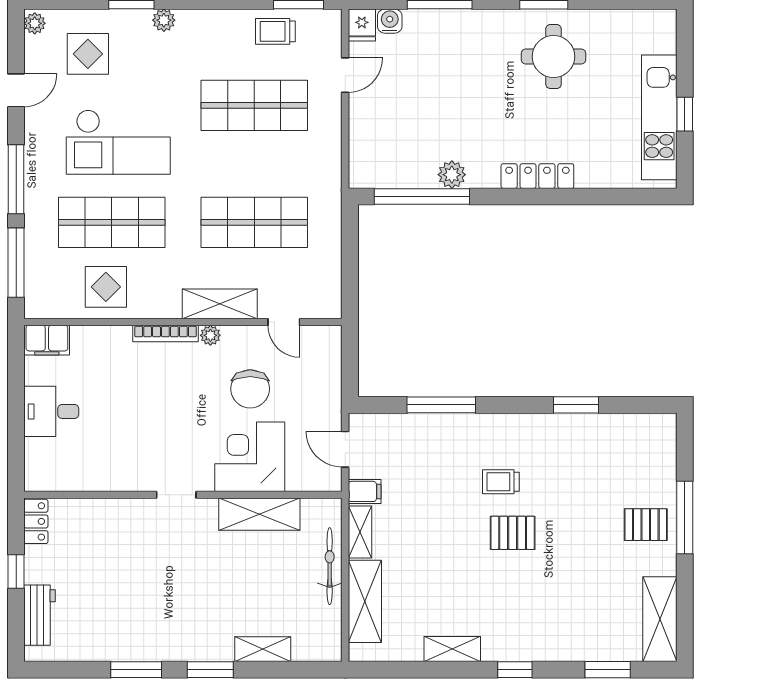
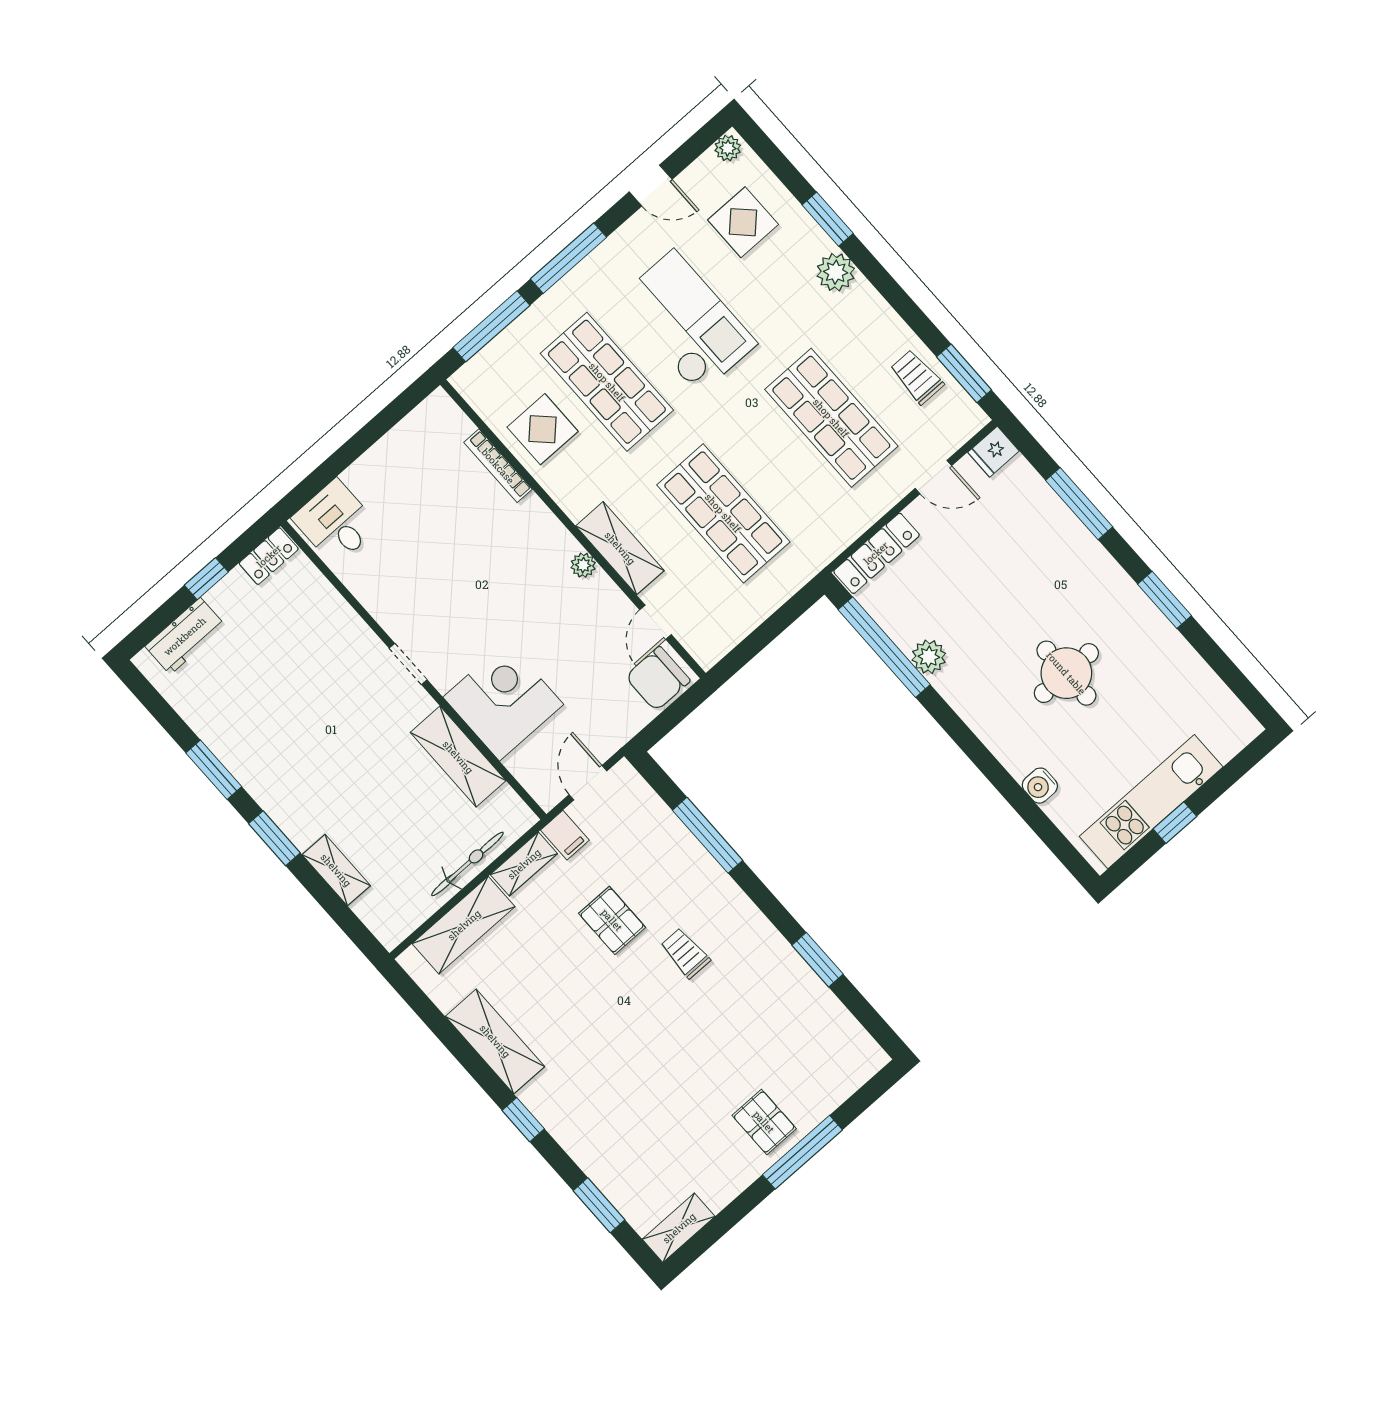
plant: (164, 20) -> (836, 272), width x1.38, depth x1.38
water cooler: (390, 21) -> (1040, 786), moved, turned 180
round table: (554, 57) -> (1066, 673), moved
checkout: (118, 142) -> (686, 322), turned 180
locker: (537, 176) -> (876, 553), moved, turned 90
bookcase: (165, 334) -> (498, 466), moved
filing cabinet: (47, 340) -> (445, 418), removed
chair: (250, 389) -> (658, 679), moved
desk: (51, 411) -> (336, 522), moved
pallet: (513, 533) -> (612, 920), moved
shelving: (660, 619) -> (679, 1228), width x0.67, depth x0.75
shelving: (452, 649) -> (495, 1041), width x1.50, depth x1.33

